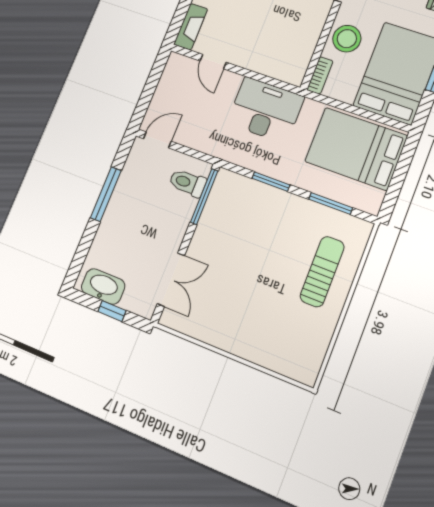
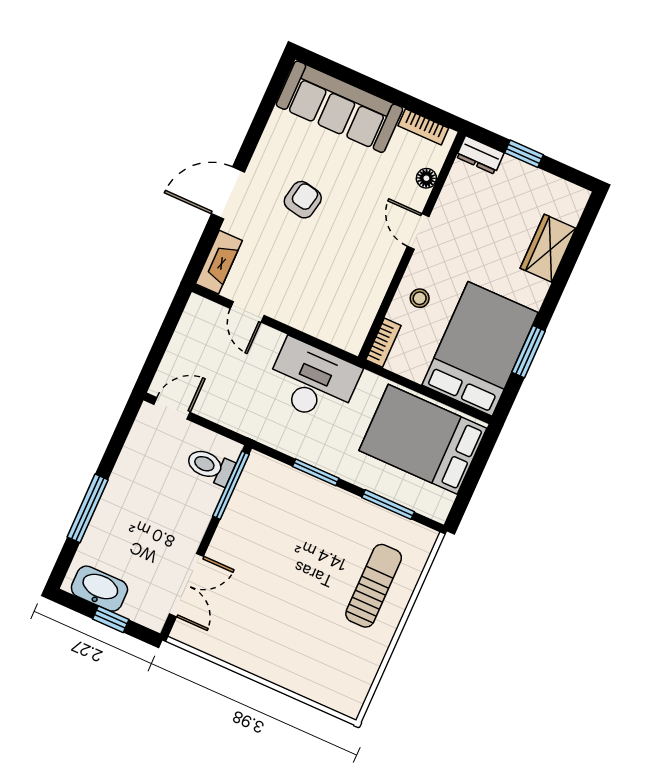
stool: (347, 39) -> (420, 298), width x0.53, depth x0.53
window: (106, 194) -> (88, 508), moved

